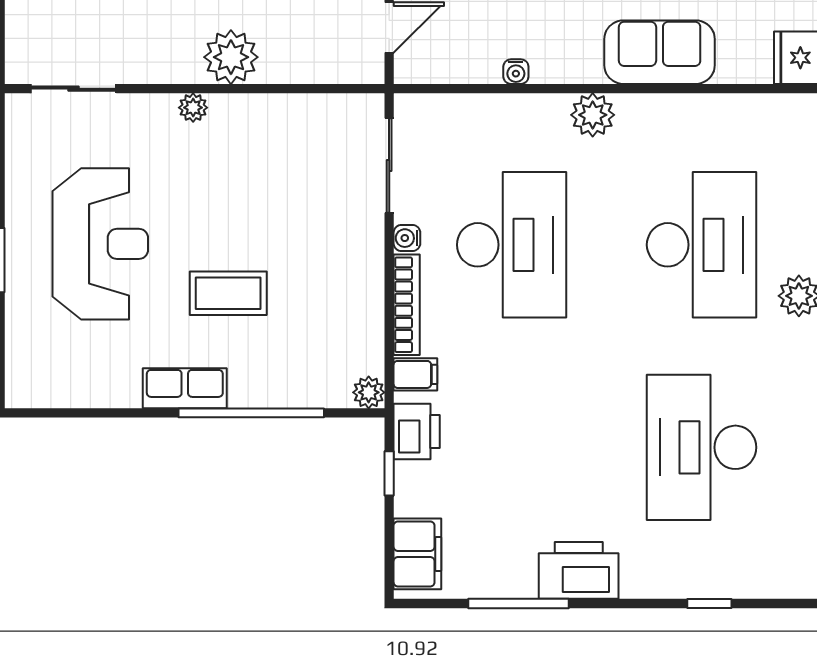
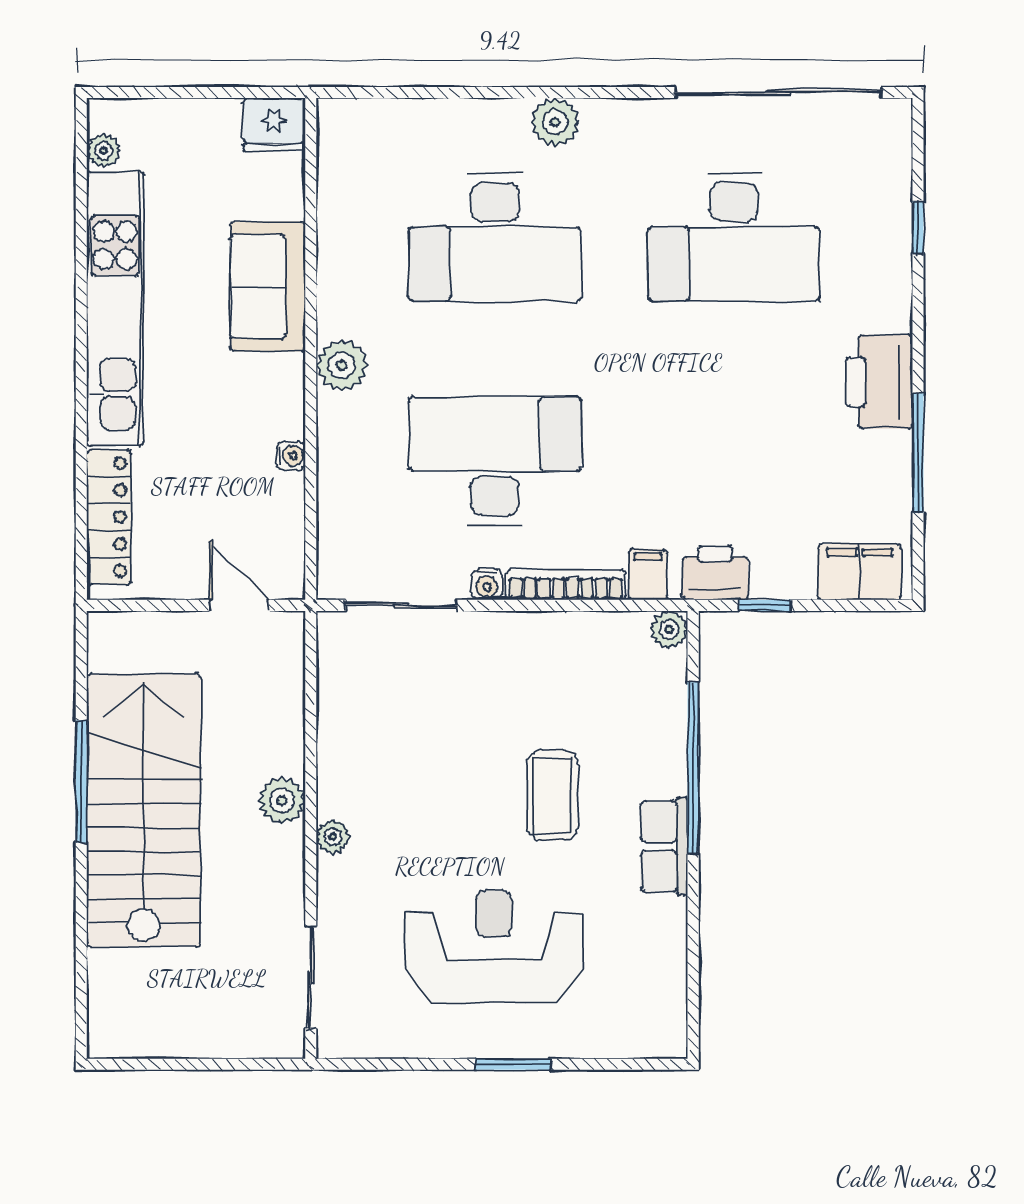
plant: (231, 57) -> (282, 800), width x0.73, depth x0.73
desk: (702, 245) -> (495, 237), turned 180

